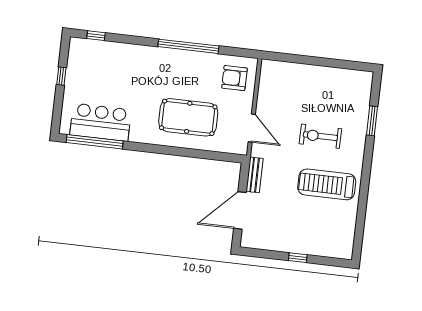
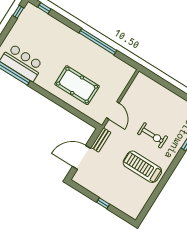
window: (61, 76) -> (18, 12), moved
armchair: (234, 78) -> (117, 75), removed
exercise bike: (320, 136) -> (153, 135), turned 180

